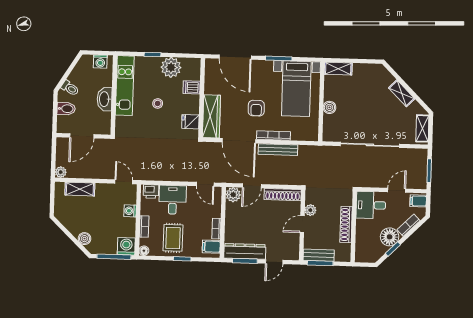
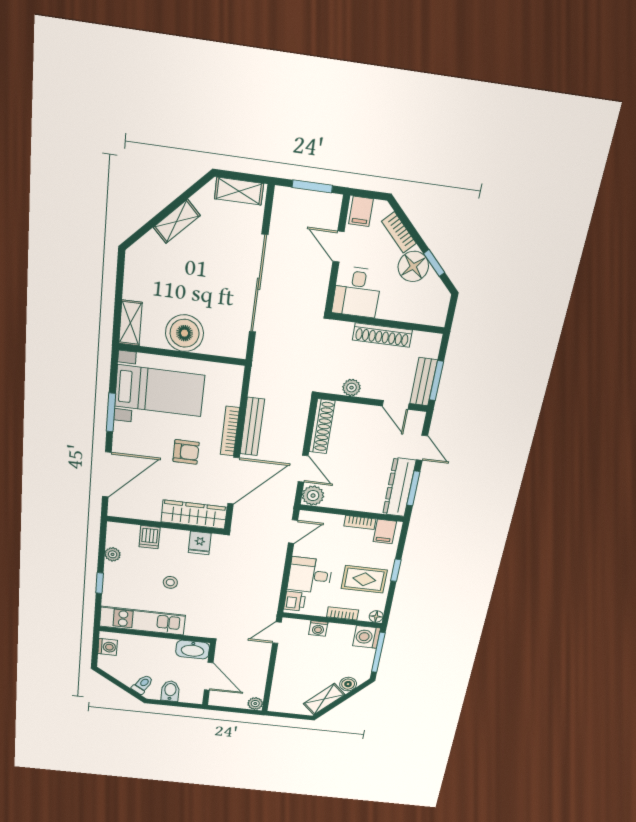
plant: (171, 67) -> (113, 554), width x0.53, depth x0.53
washbasin: (105, 99) -> (193, 650), moved
boiler: (329, 107) -> (185, 333), width x1.86, depth x1.86
shelving: (80, 189) -> (324, 699), moved, turned 44
door: (302, 224) -> (396, 405), moved

